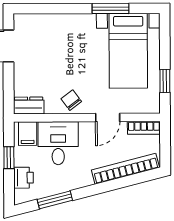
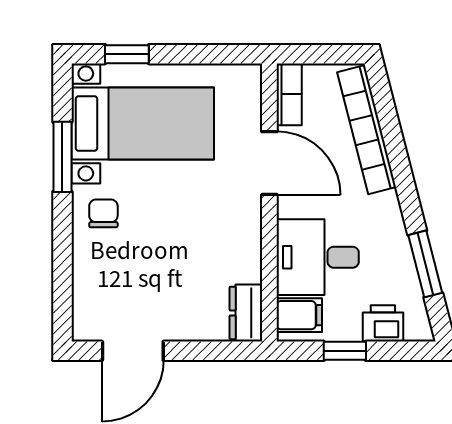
window: (165, 81) -> (127, 54), moved
chair: (71, 100) -> (103, 213), moved, turned 127
door: (108, 118) -> (269, 163), width x1.38

